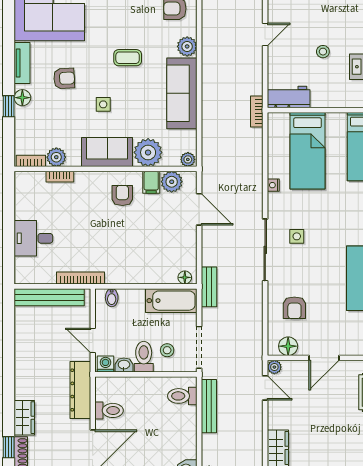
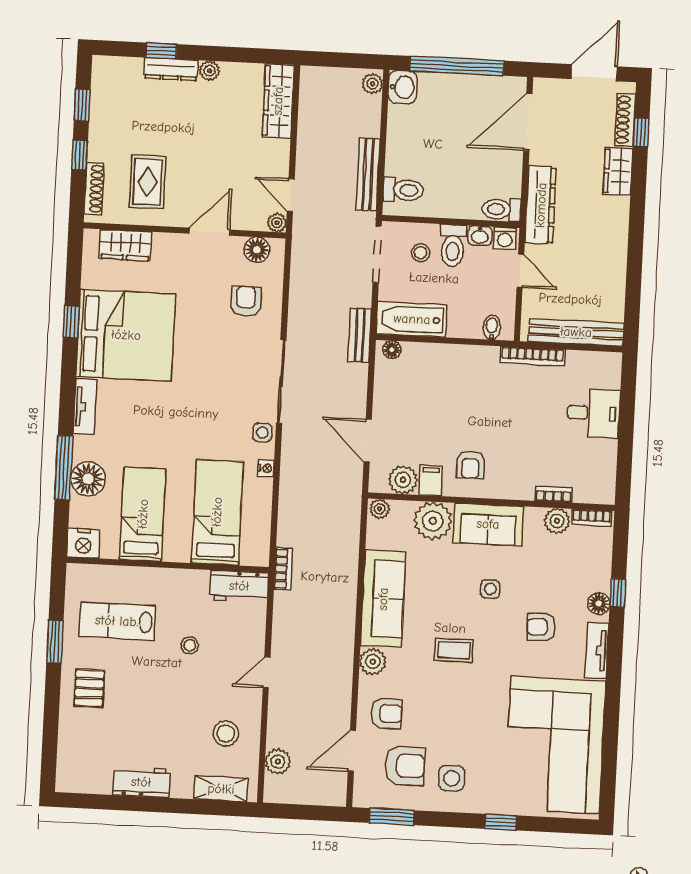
side table: (297, 236) -> (262, 433), moved
toilet: (109, 410) -> (501, 209), moved

